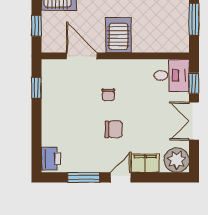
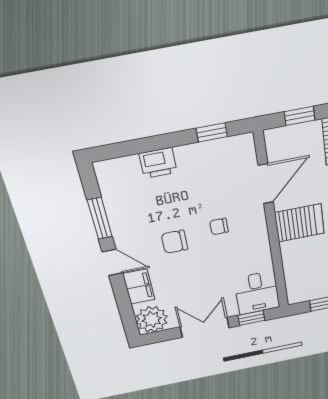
chair: (114, 129) -> (174, 242), turned 90
printer: (51, 159) -> (158, 163), moved

